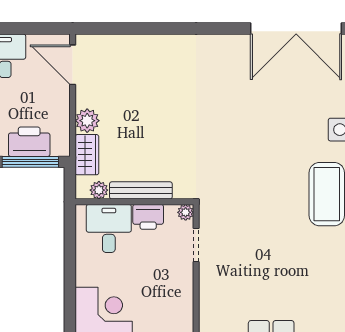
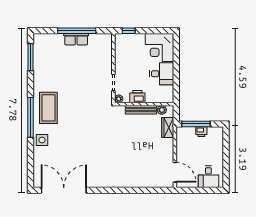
plant: (87, 121) -> (168, 144), removed
printer: (29, 142) -> (201, 132), width x0.53, depth x0.68
desk: (109, 228) -> (162, 74), moved, turned -90

